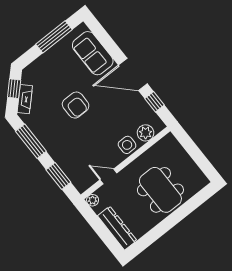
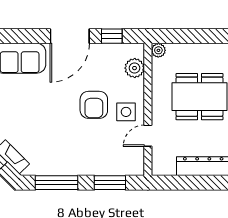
armchair: (76, 105) -> (94, 105), moved, turned 90
side table: (127, 145) -> (126, 112), moved
plant: (93, 200) -> (158, 50), moved

